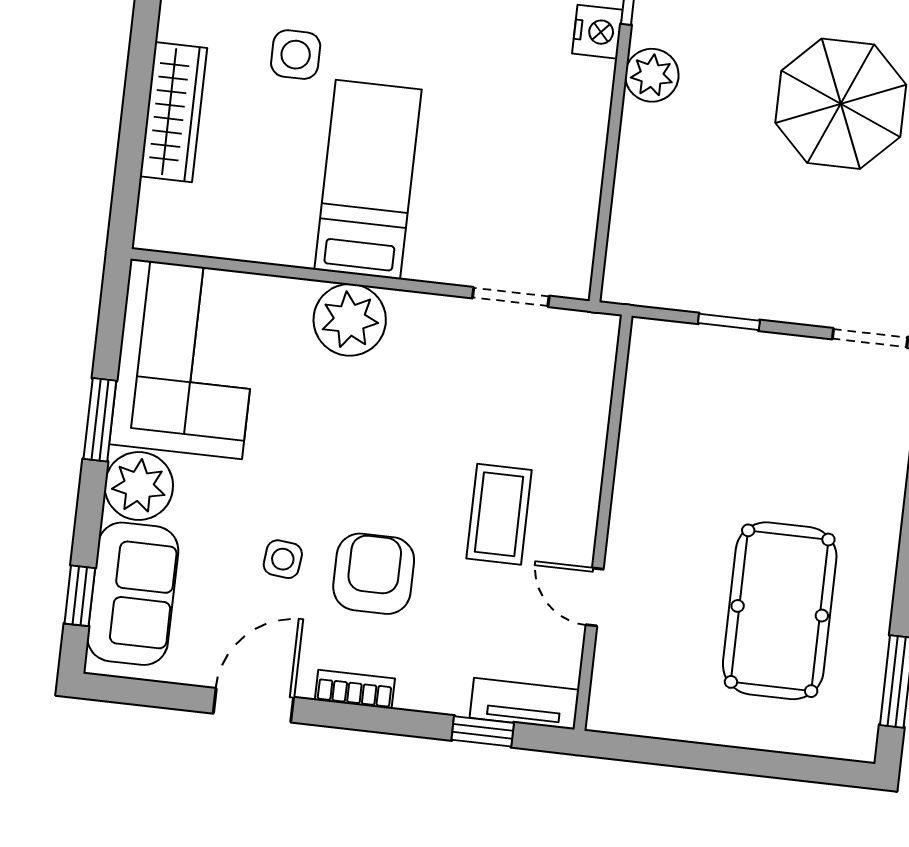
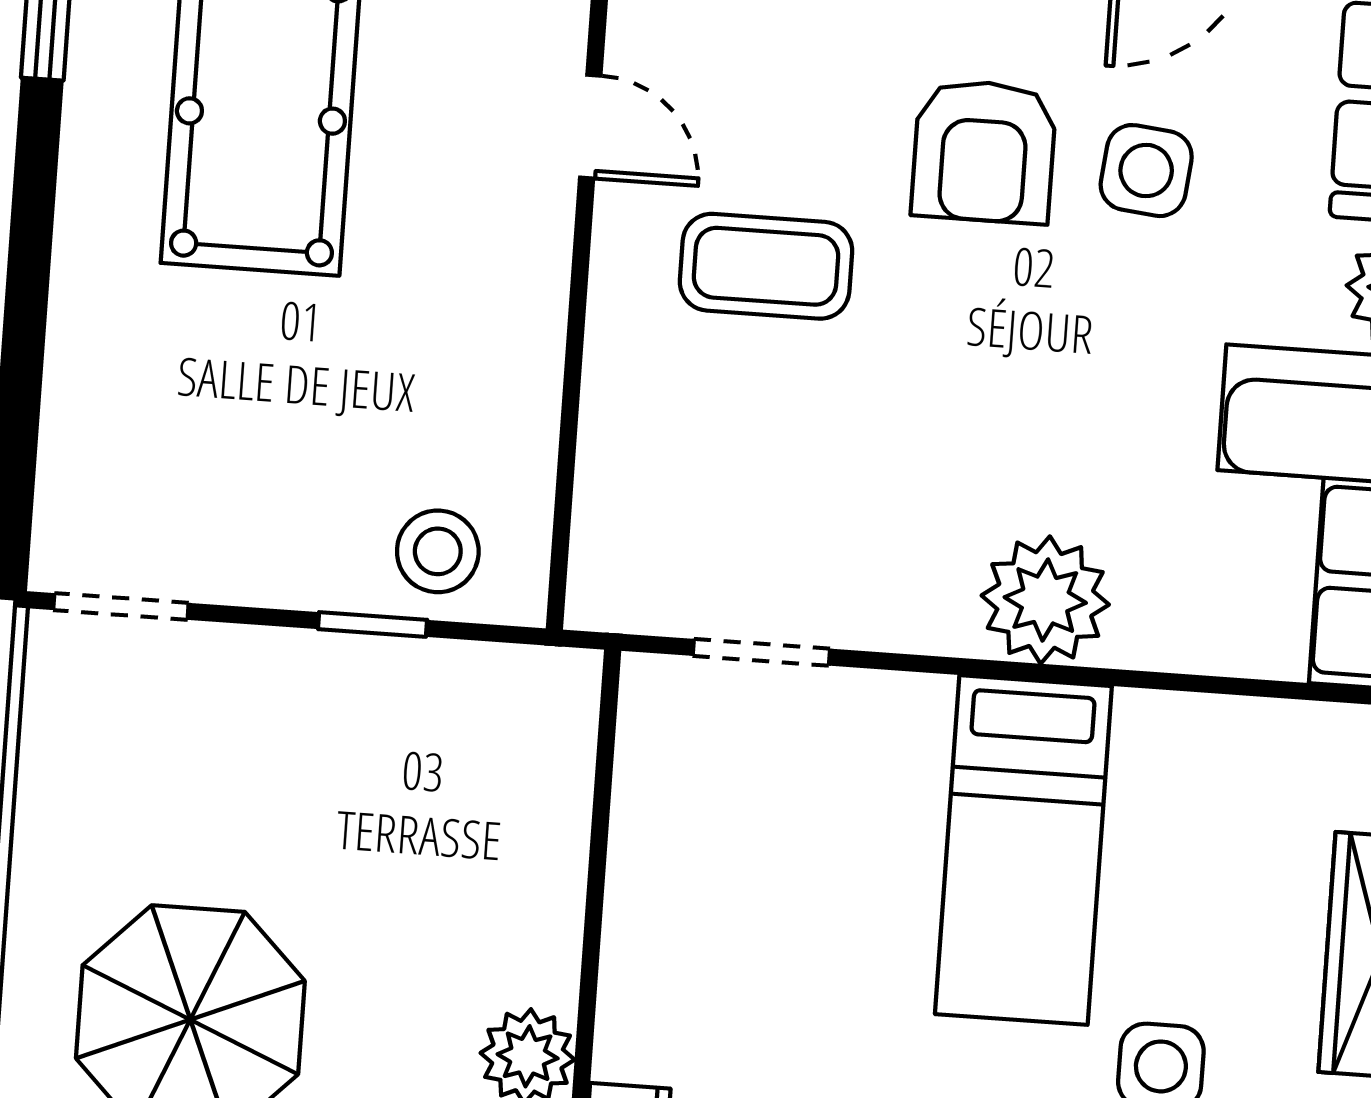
stool: (690, 362) -> (438, 551), added
coffee table: (499, 514) -> (766, 266), turned 90
side table: (283, 559) -> (1146, 171), width x1.37, depth x1.37

